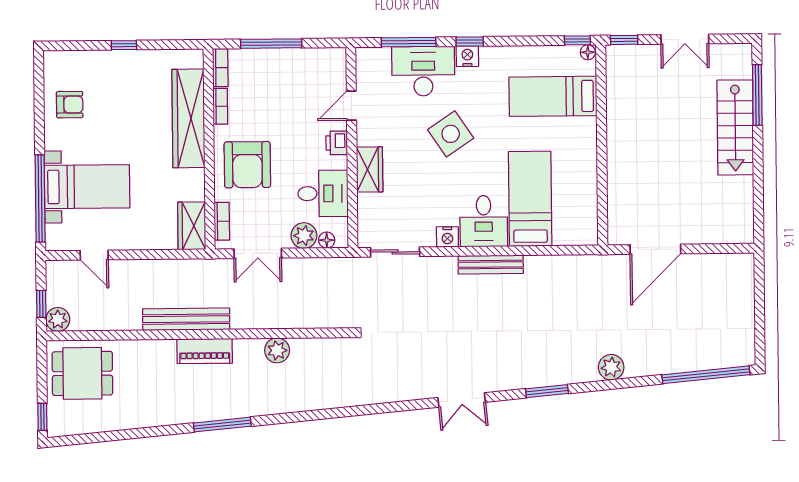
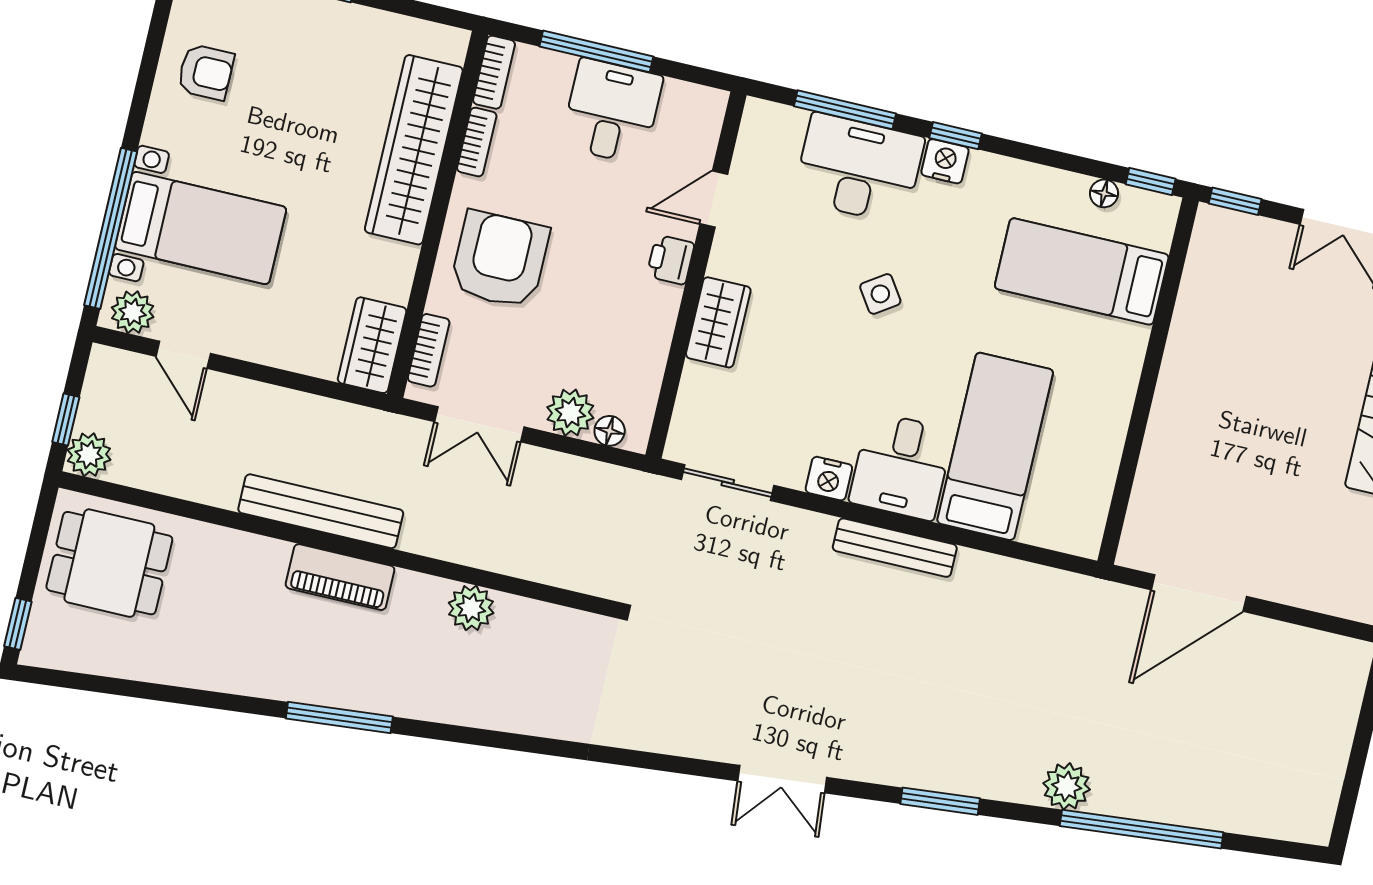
floor lamp: (588, 52) -> (1104, 193), moved
side table: (451, 134) -> (880, 294), width x0.54, depth x0.54
armchair: (247, 165) -> (500, 260), turned 180
desk: (323, 193) -> (612, 111), moved, turned -90
plant: (62, 239) -> (133, 312), added
window: (706, 375) -> (1142, 829), moved

